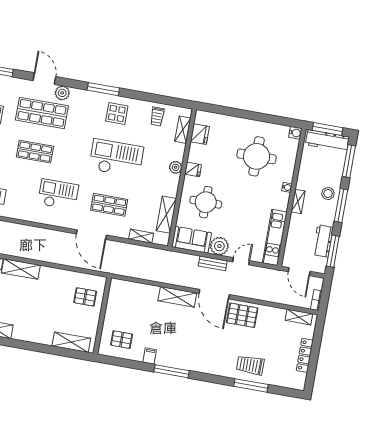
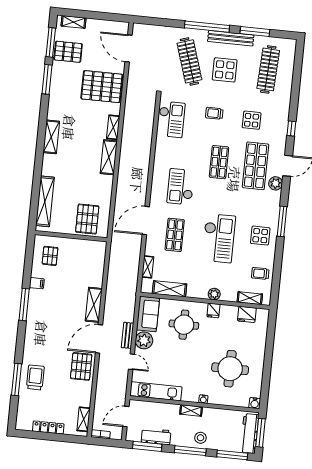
checkout: (58, 194) -> (181, 187), turned 180
pallet: (85, 297) -> (87, 219), width x1.50, depth x1.42
shelving: (71, 342) -> (45, 201), width x1.47

